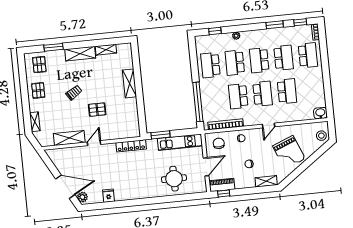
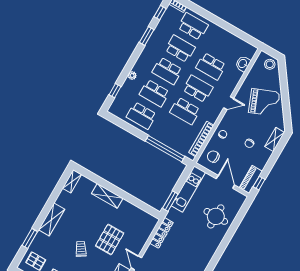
shelving: (106, 50) -> (72, 181), moved
school desk: (287, 91) -> (211, 66), turned 180
pallet: (97, 110) -> (110, 240), width x1.50, depth x1.42
washbasin: (320, 113) -> (243, 64), moved
door: (269, 125) -> (229, 103), hinge flipped

